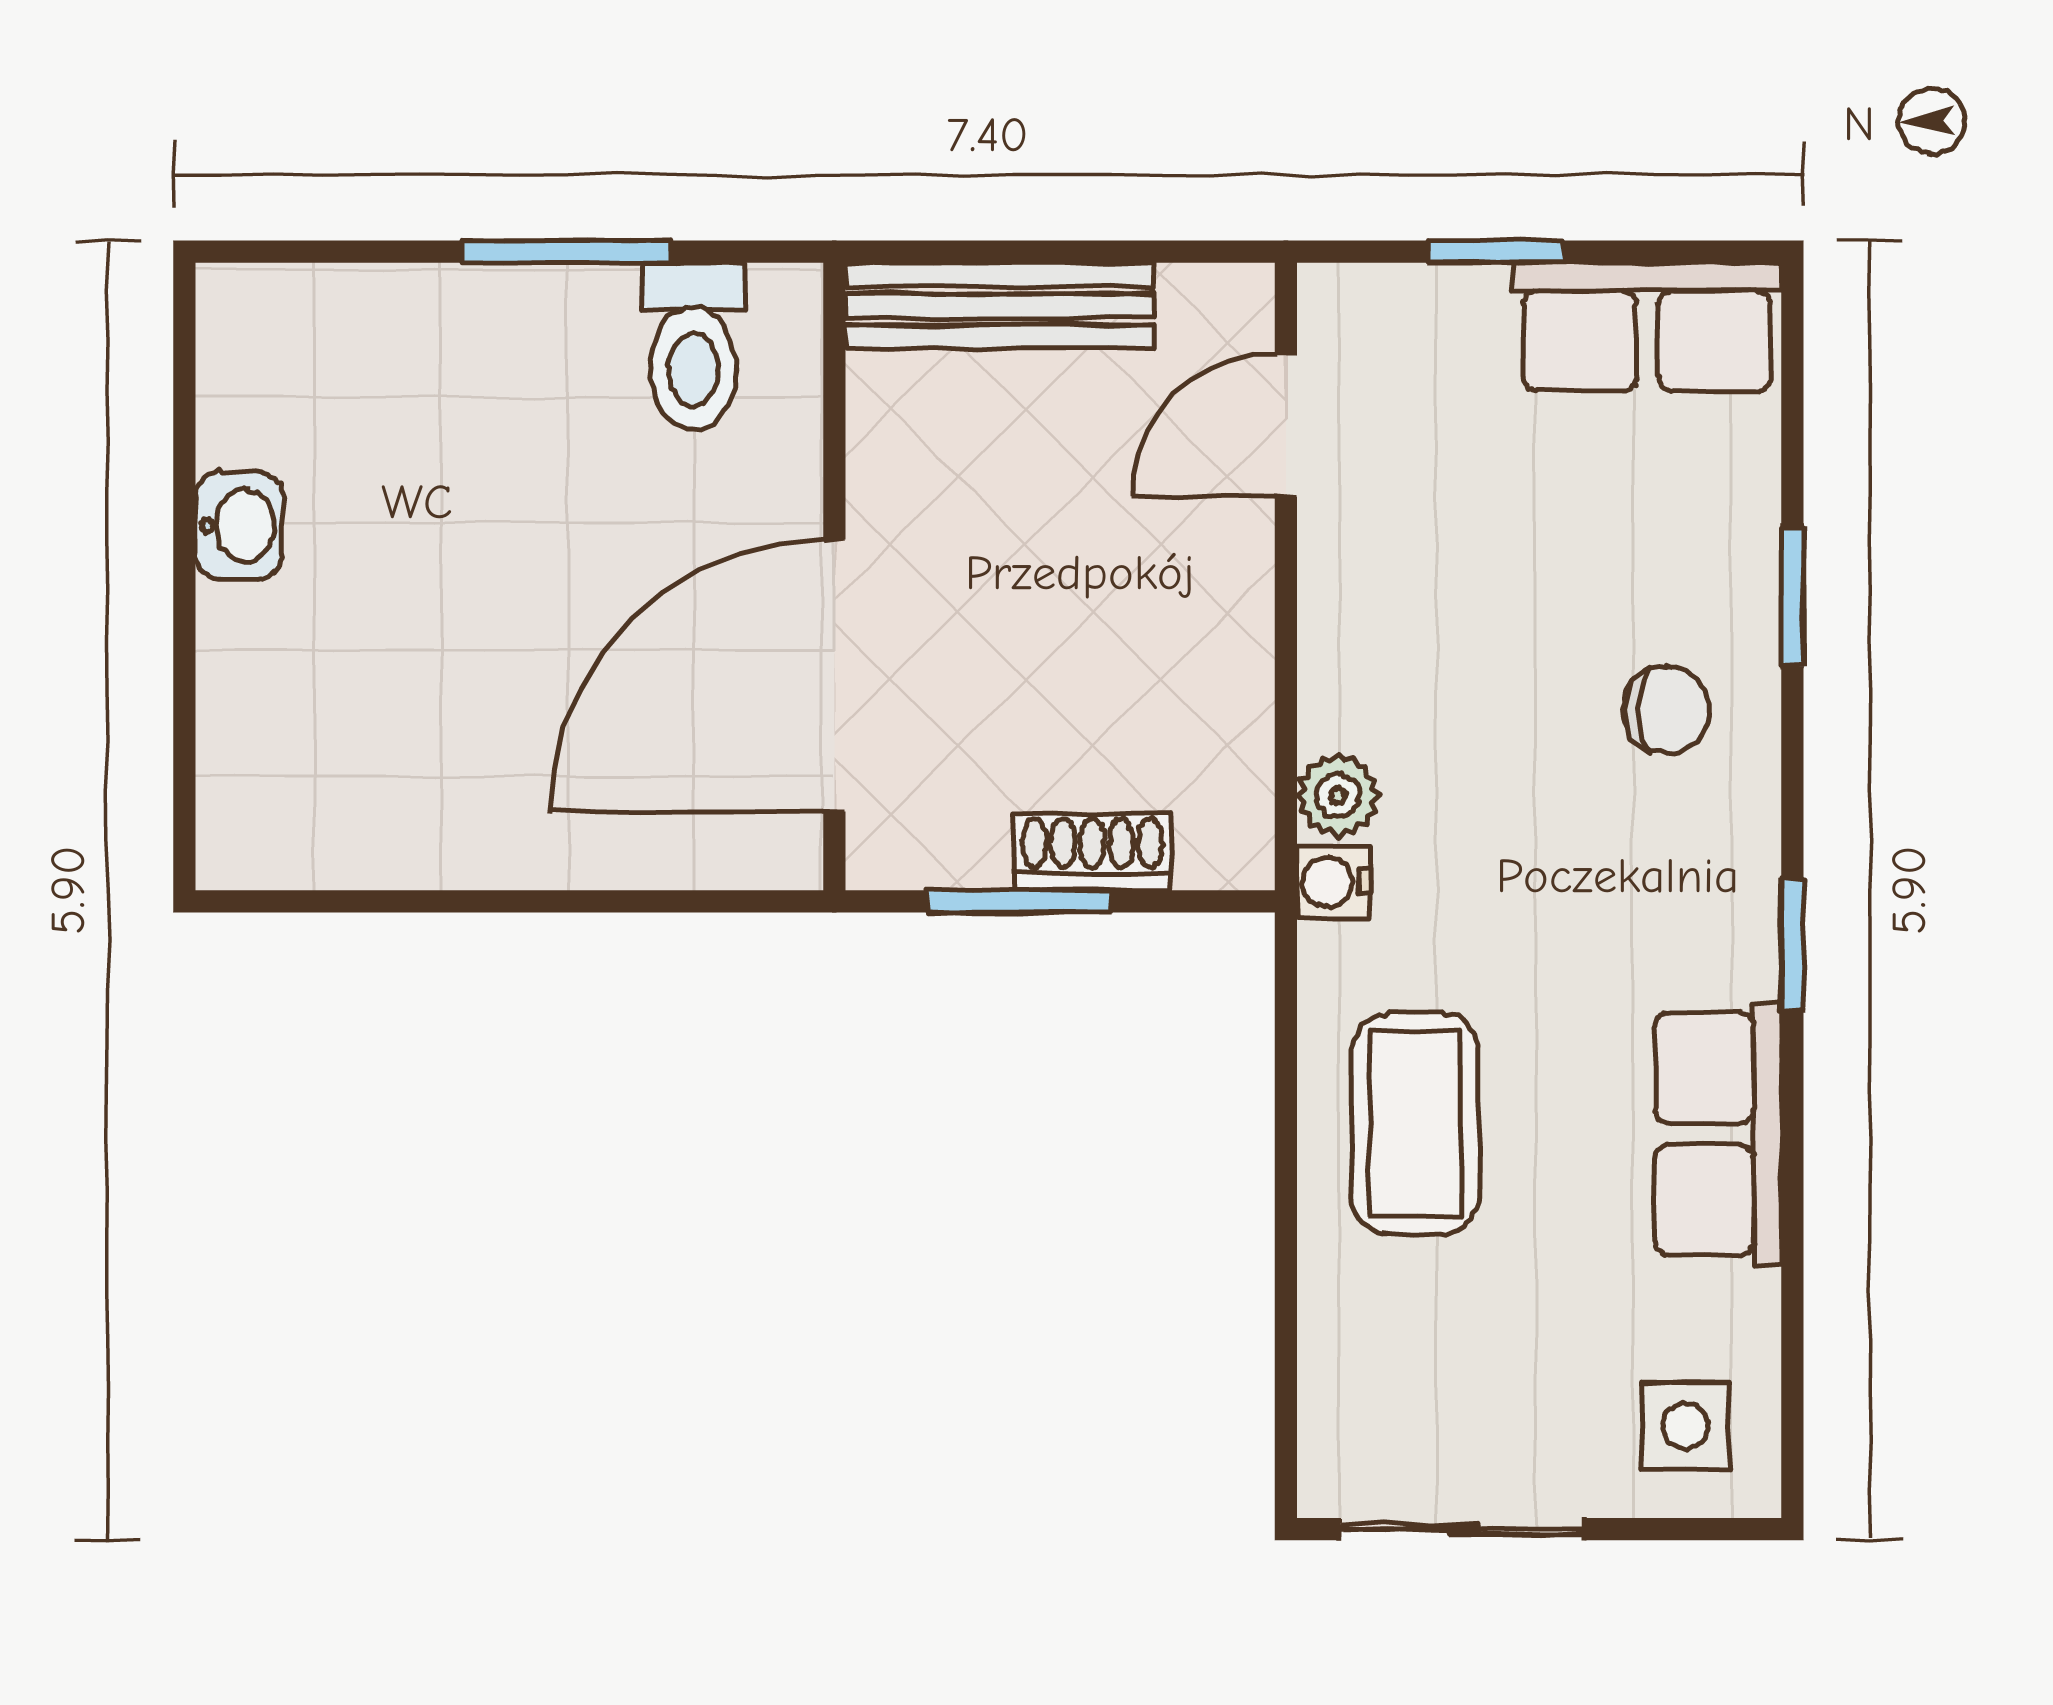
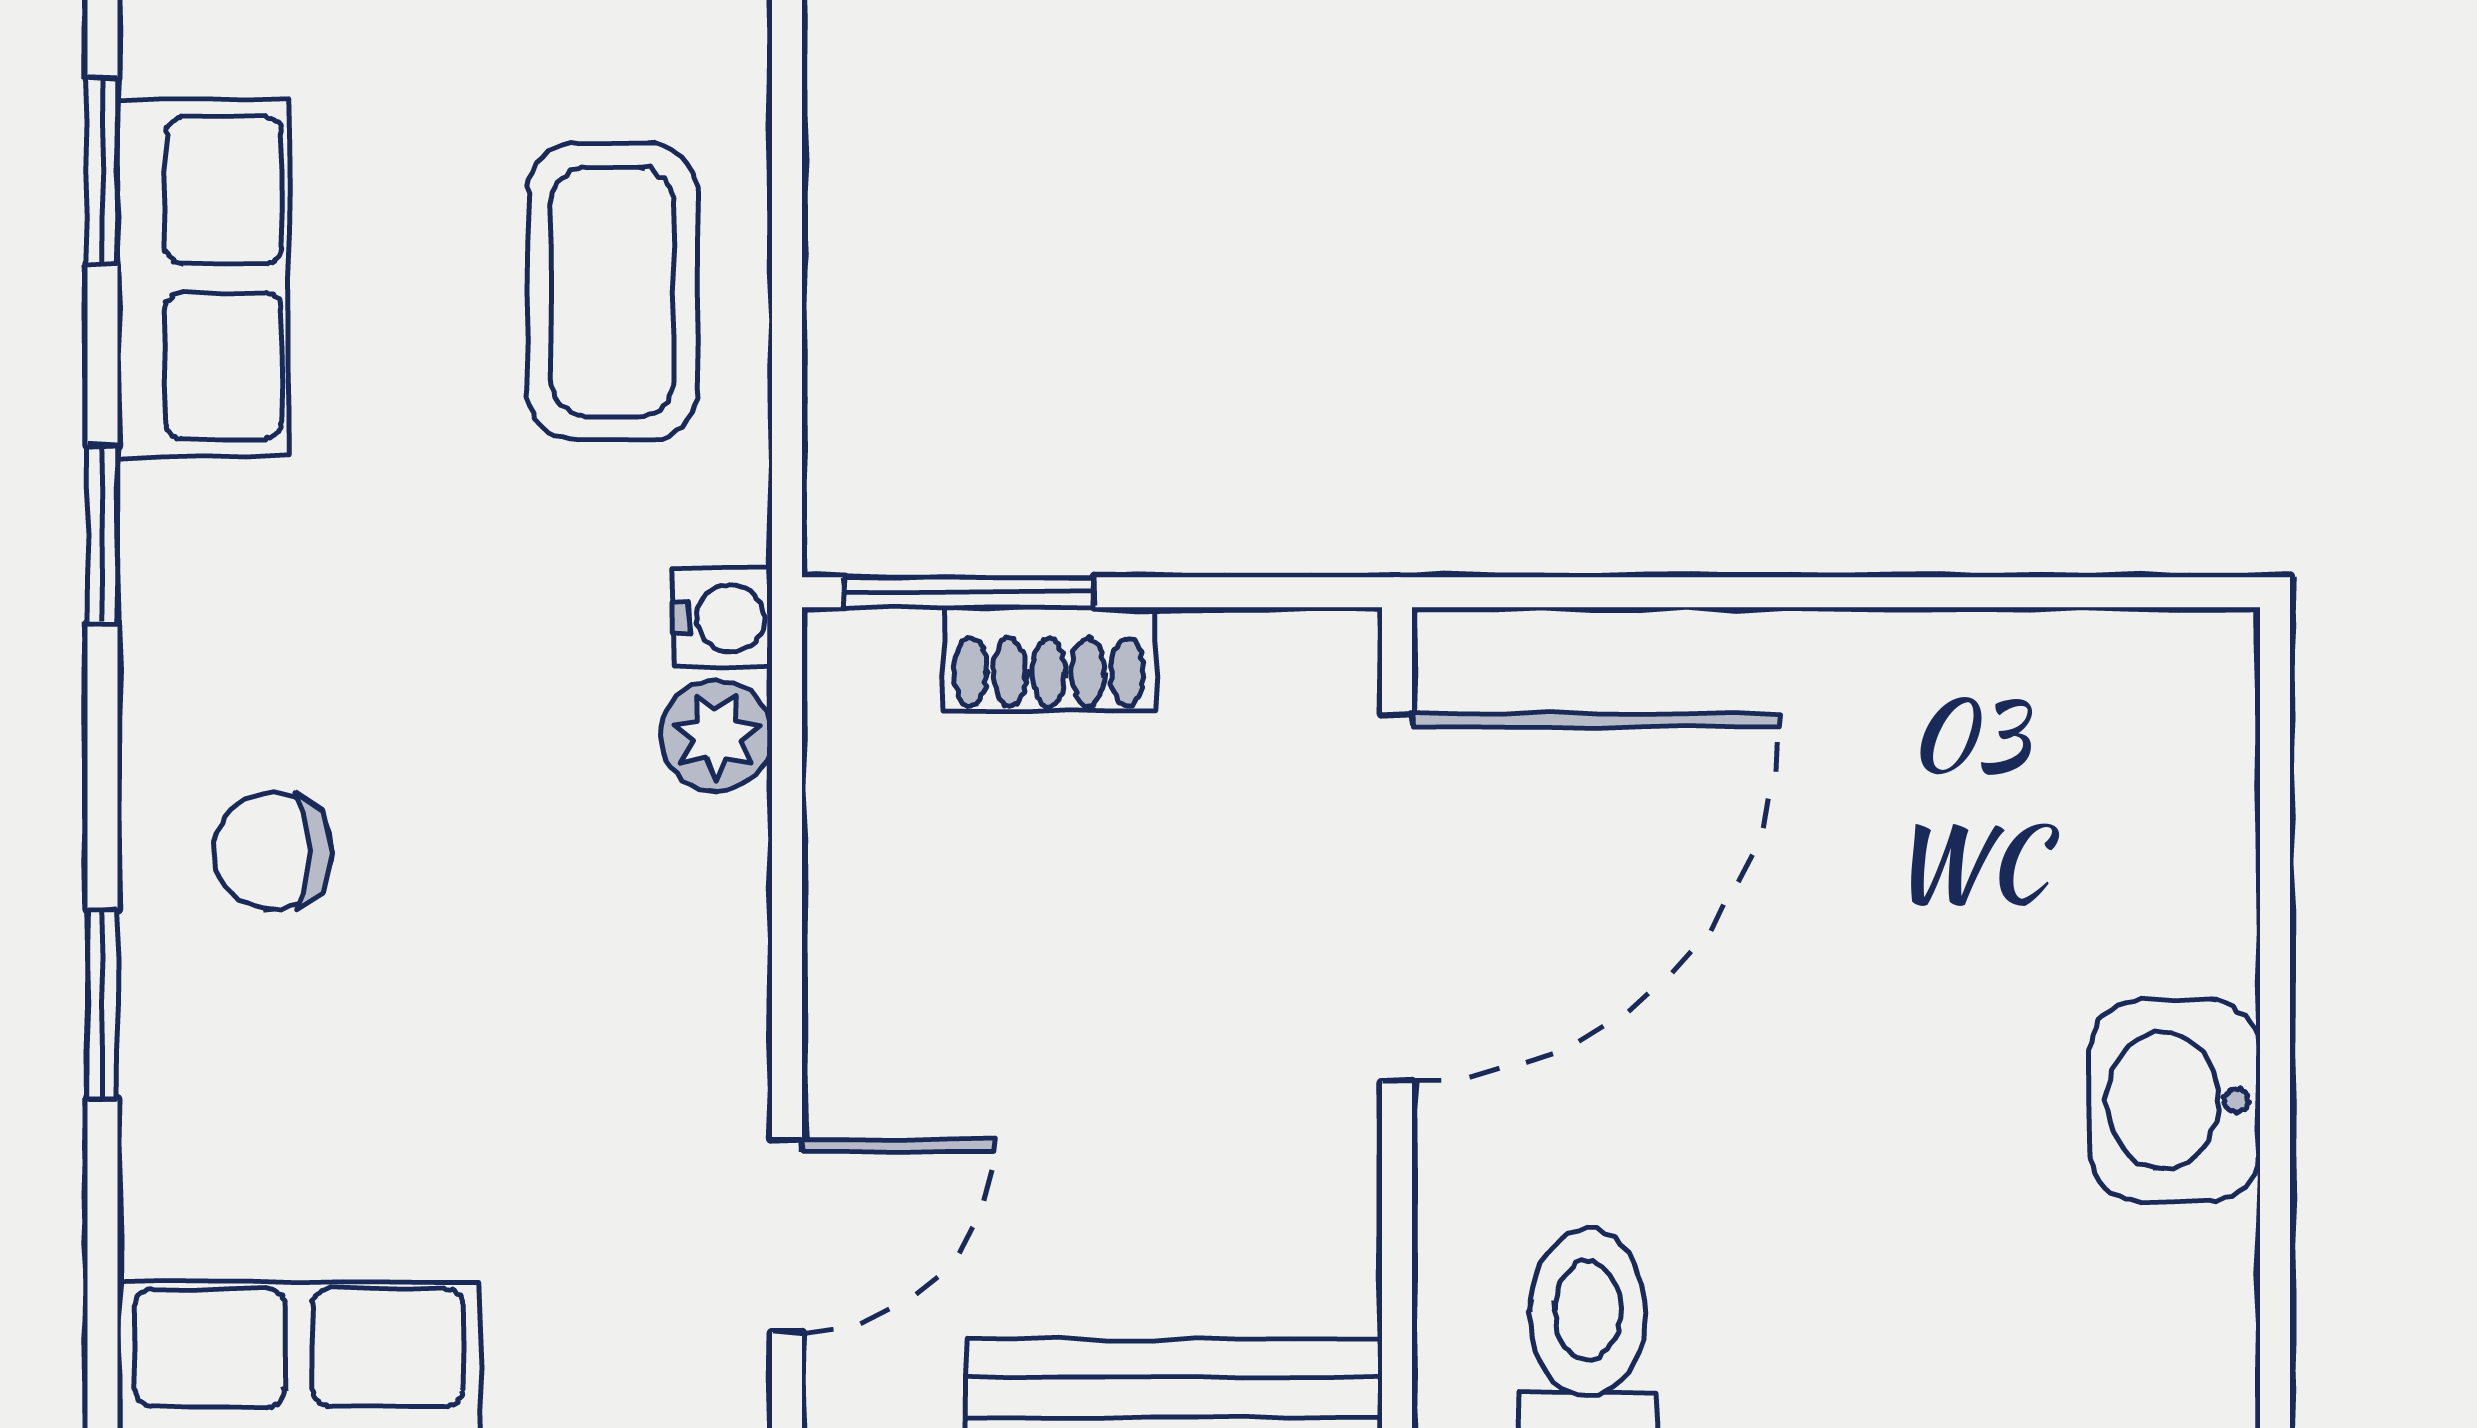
washbasin: (239, 525) -> (2175, 1101), width x1.38, depth x1.45
window: (1019, 901) -> (969, 592), moved
window: (1792, 1213) -> (102, 171), added

